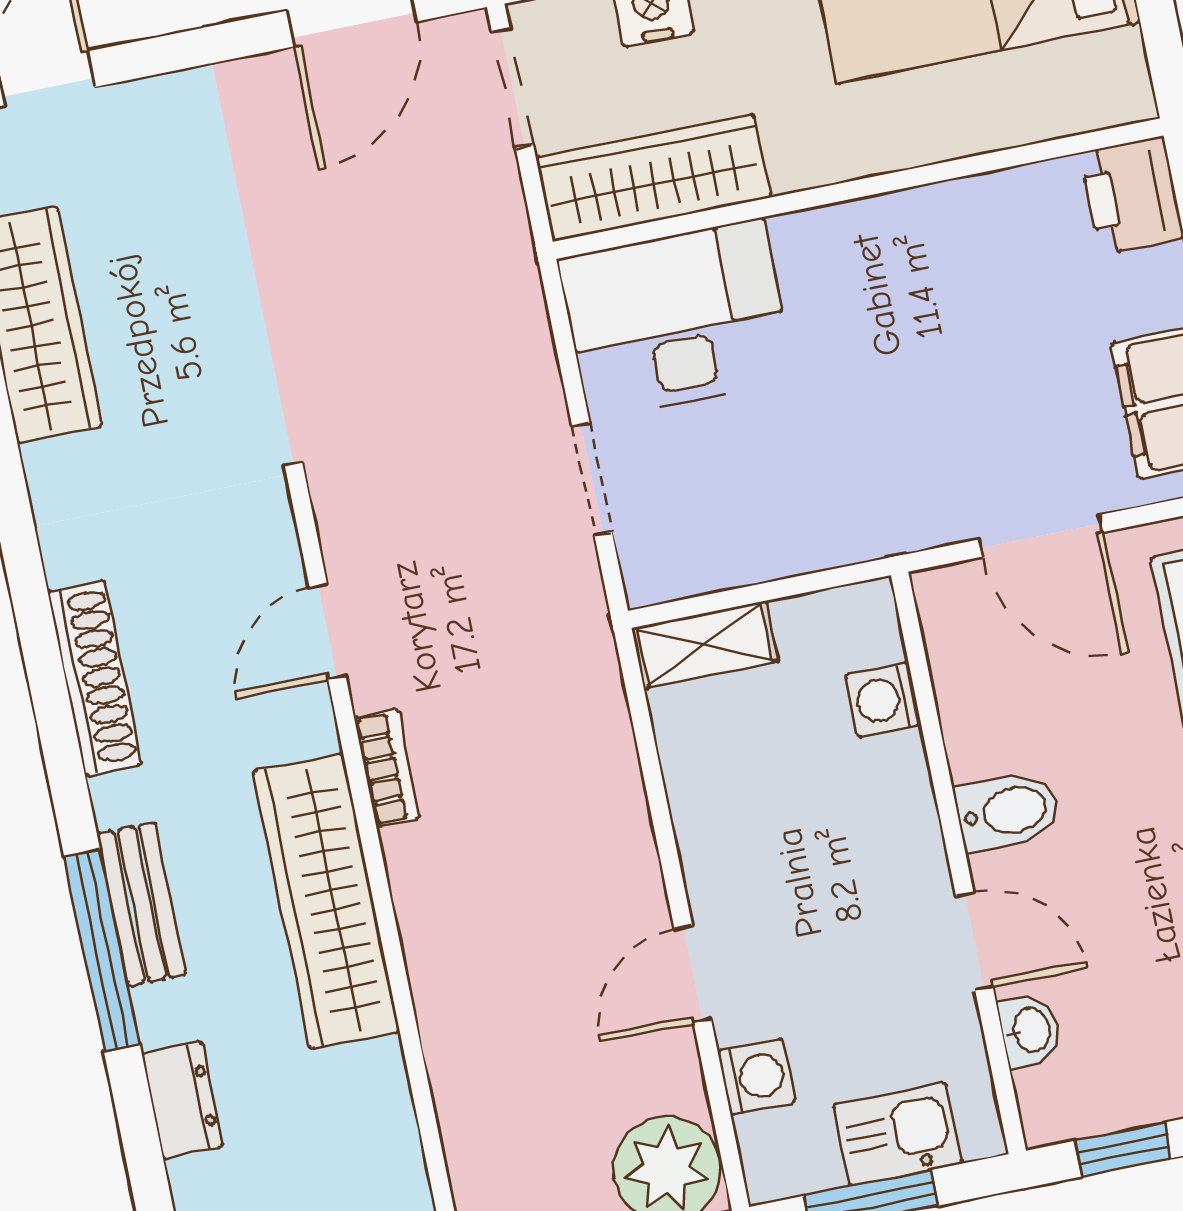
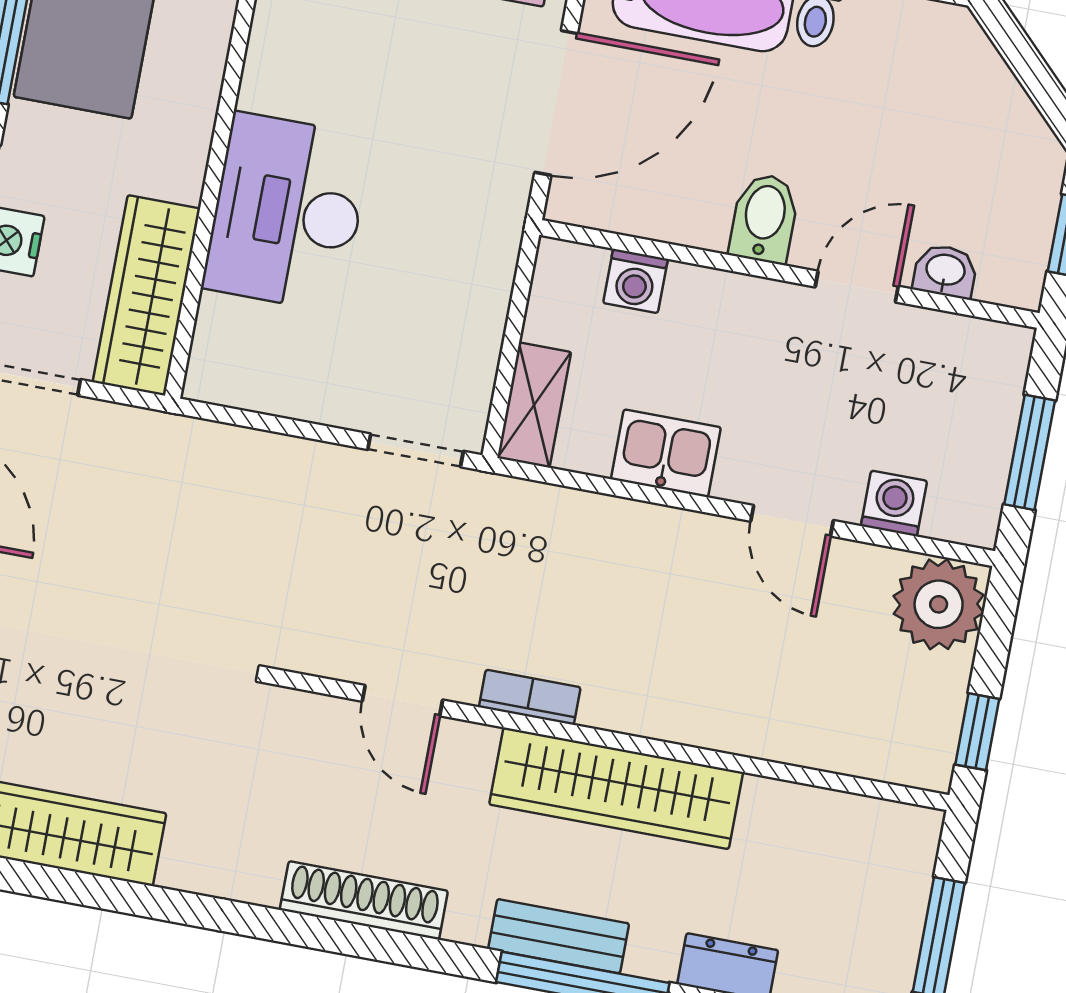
desk: (676, 319) -> (287, 212), moved
doorway: (592, 479) -> (416, 450), moved
door: (1041, 536) -> (556, 103), width x1.36
kitchen sink: (898, 1134) -> (666, 453), moved, turned 90

